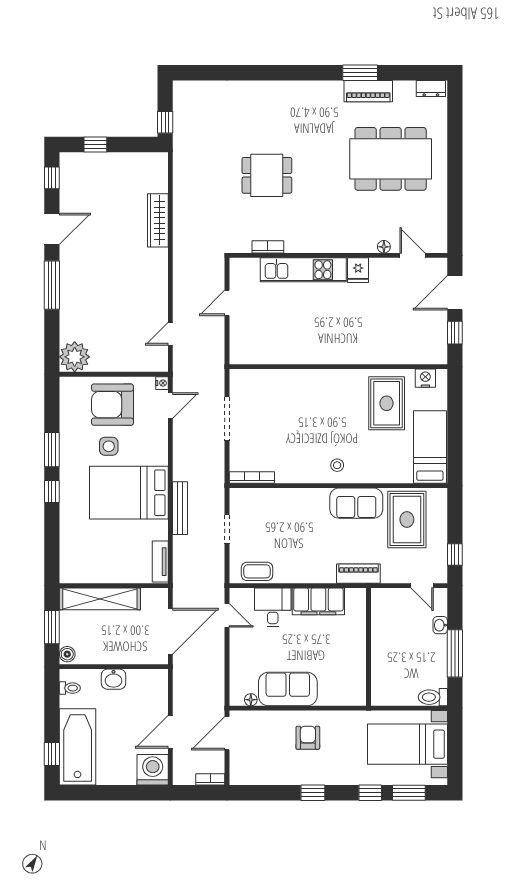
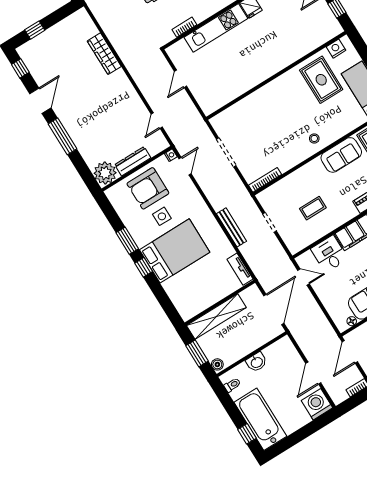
dresser: (114, 363) -> (133, 161), added
bed: (129, 493) -> (175, 251), moved, turned 180
coffee table: (257, 571) -> (313, 208), moved

